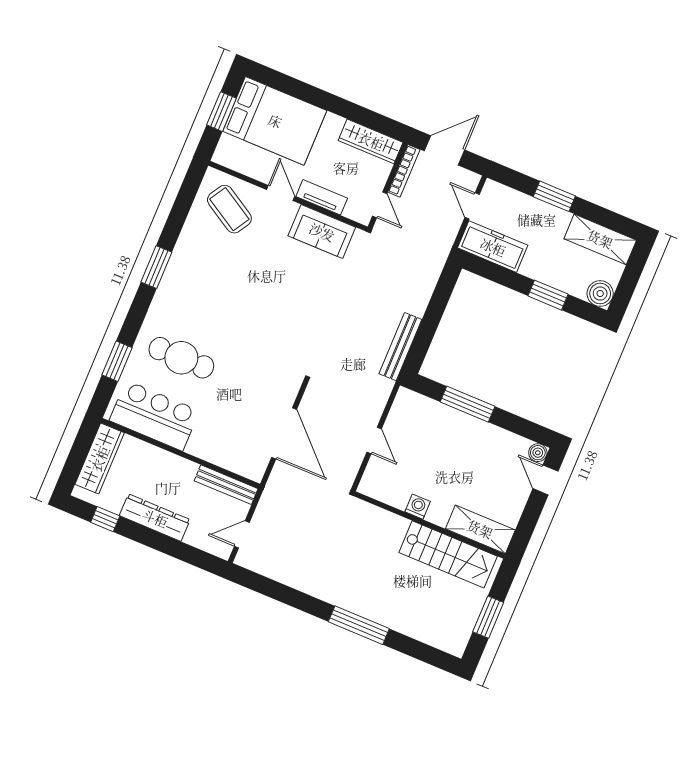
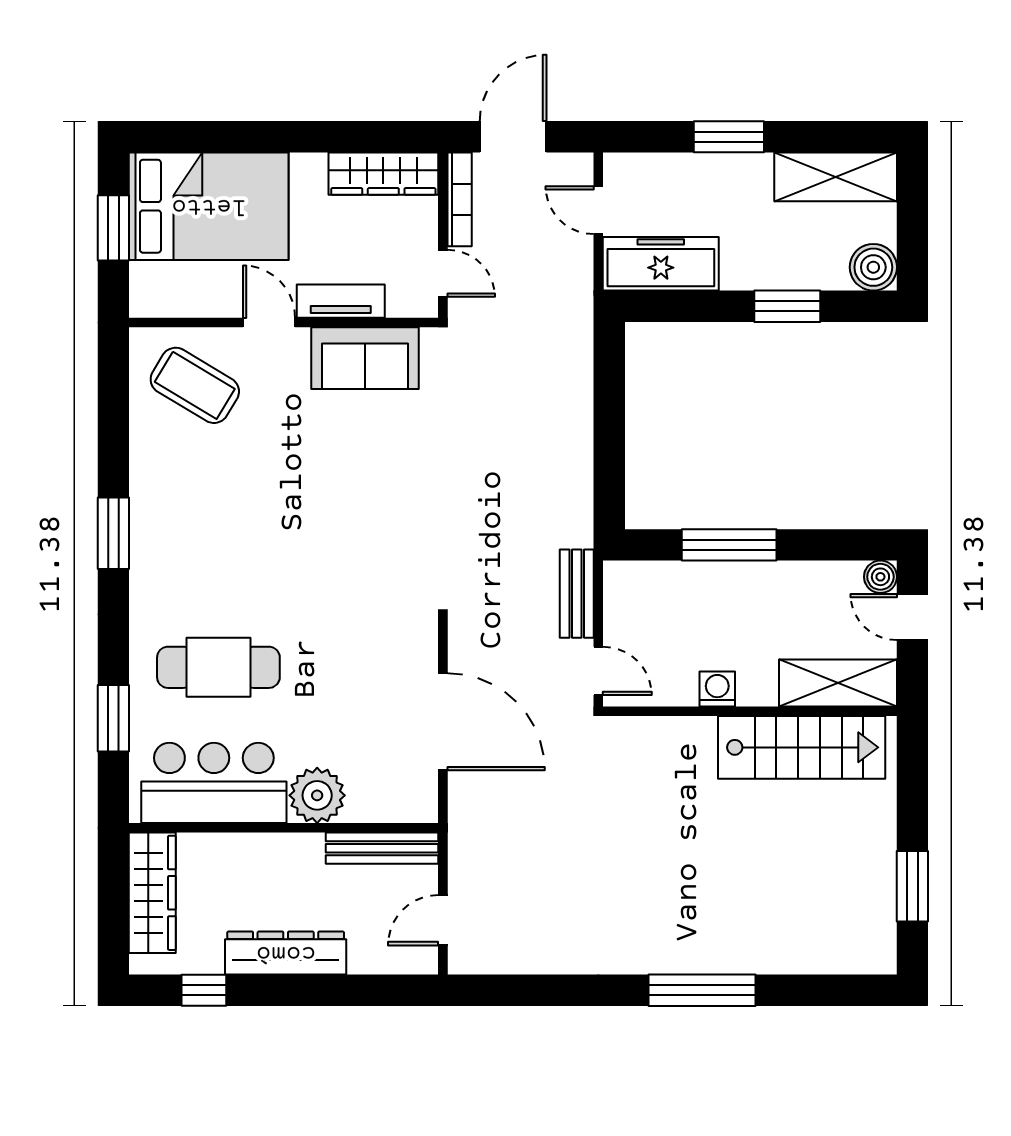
bench: (400, 347) -> (577, 594), moved, width x0.73
plant: (204, 444) -> (317, 795), added
washing machine: (418, 507) -> (717, 689), moved
wall: (429, 525) -> (750, 711), moved
shelving: (480, 529) -> (838, 683), moved
stairs: (448, 554) -> (802, 747), moved

